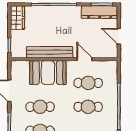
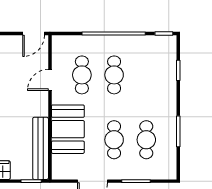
door: (119, 36) -> (34, 34), moved
bench: (50, 52) -> (41, 148), moved

